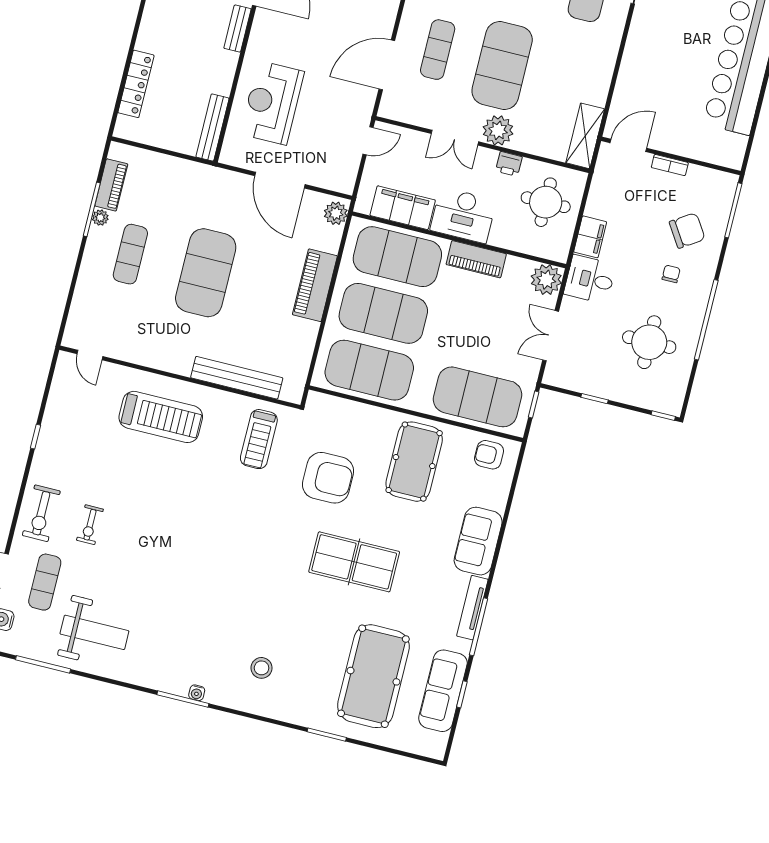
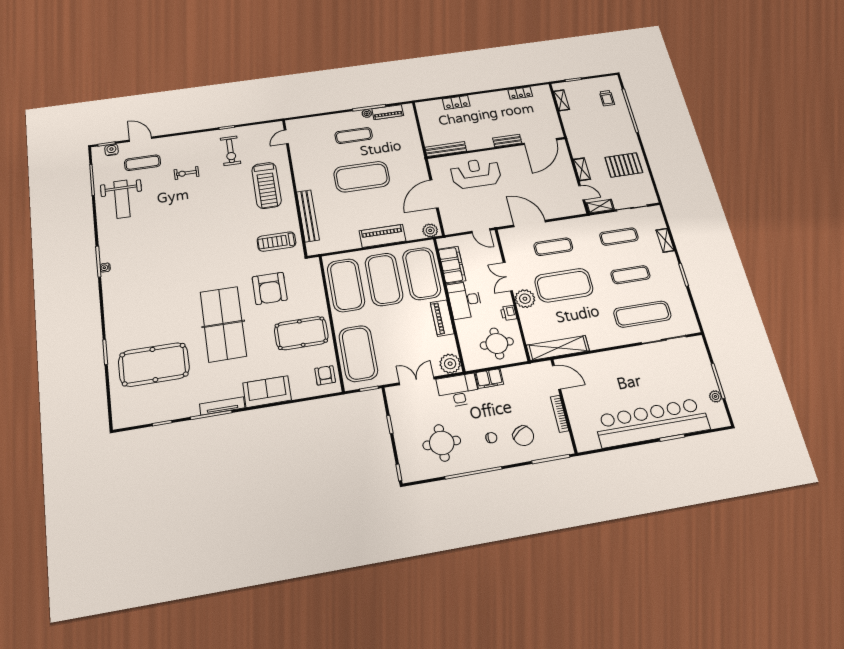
locker: (136, 84) -> (456, 102), width x0.66
shelving: (585, 136) -> (558, 348), width x1.47
bookcase: (670, 165) -> (560, 414), width x1.56
desk: (590, 279) -> (458, 390), width x1.37
exercise bike: (41, 513) -> (230, 151), moved, turned -90
table tennis table: (354, 562) -> (223, 324), width x1.36, depth x1.32
stool: (262, 668) -> (135, 298), removed
sofa: (443, 691) -> (160, 410), removed

